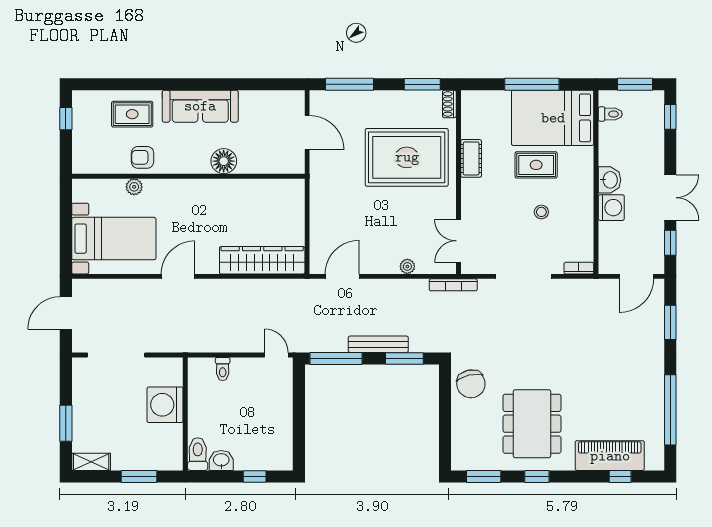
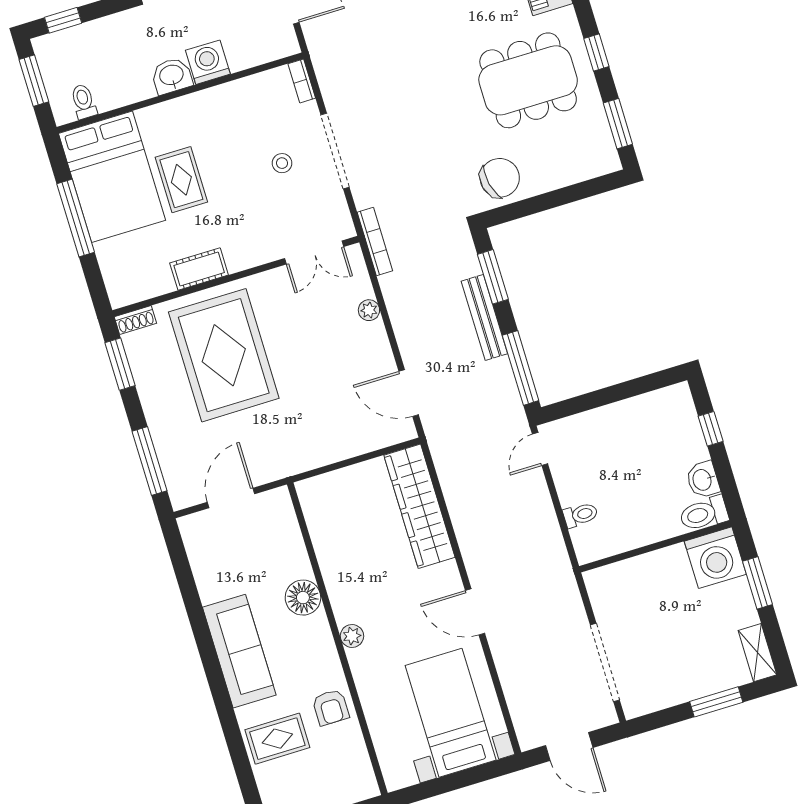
rug: (132, 114) -> (277, 739), turned 90
plant: (134, 187) -> (352, 636), moved
stool: (541, 212) -> (282, 163), moved
washing machine: (165, 405) -> (715, 558), moved

